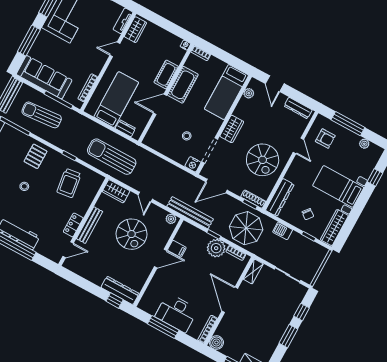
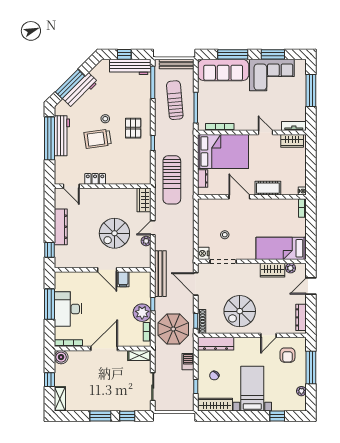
sofa: (44, 77) -> (223, 70), moved, turned 90
cot: (183, 85) -> (267, 207), removed
bed: (116, 100) -> (223, 151), width x1.50
wardrobe: (232, 129) -> (273, 270), moved
pallet: (36, 156) -> (133, 128), moved, turned 90
sun lounger: (112, 157) -> (172, 180), turned 180
trolley: (69, 183) -> (98, 139), moved
plant: (171, 219) -> (146, 241), moved
bench: (90, 225) -> (103, 193), removed
dresser: (120, 290) -> (61, 227), moved

